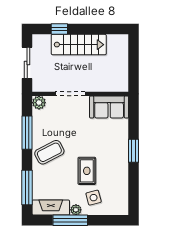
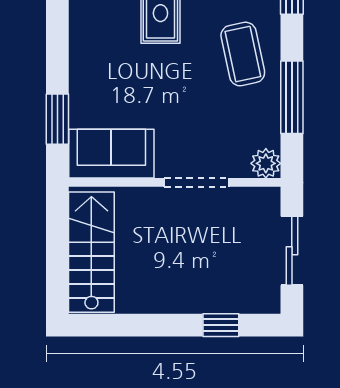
stairs: (79, 45) -> (91, 252), moved, turned 90
window: (134, 151) -> (57, 119), moved
coffee table: (49, 152) -> (243, 54), turned -75

